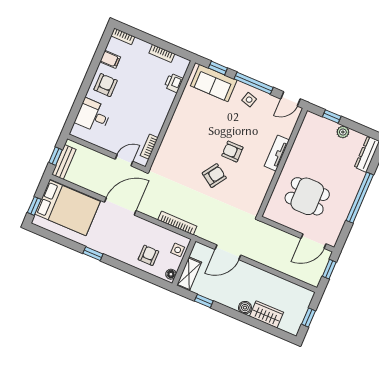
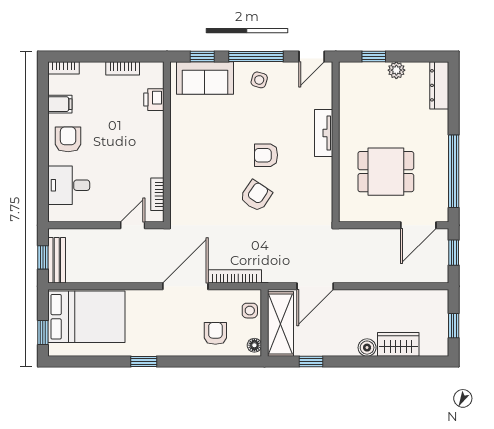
window: (360, 198) -> (454, 171), moved
door: (120, 206) -> (185, 286), moved
shelving: (189, 274) -> (281, 324), width x1.50, depth x1.33

